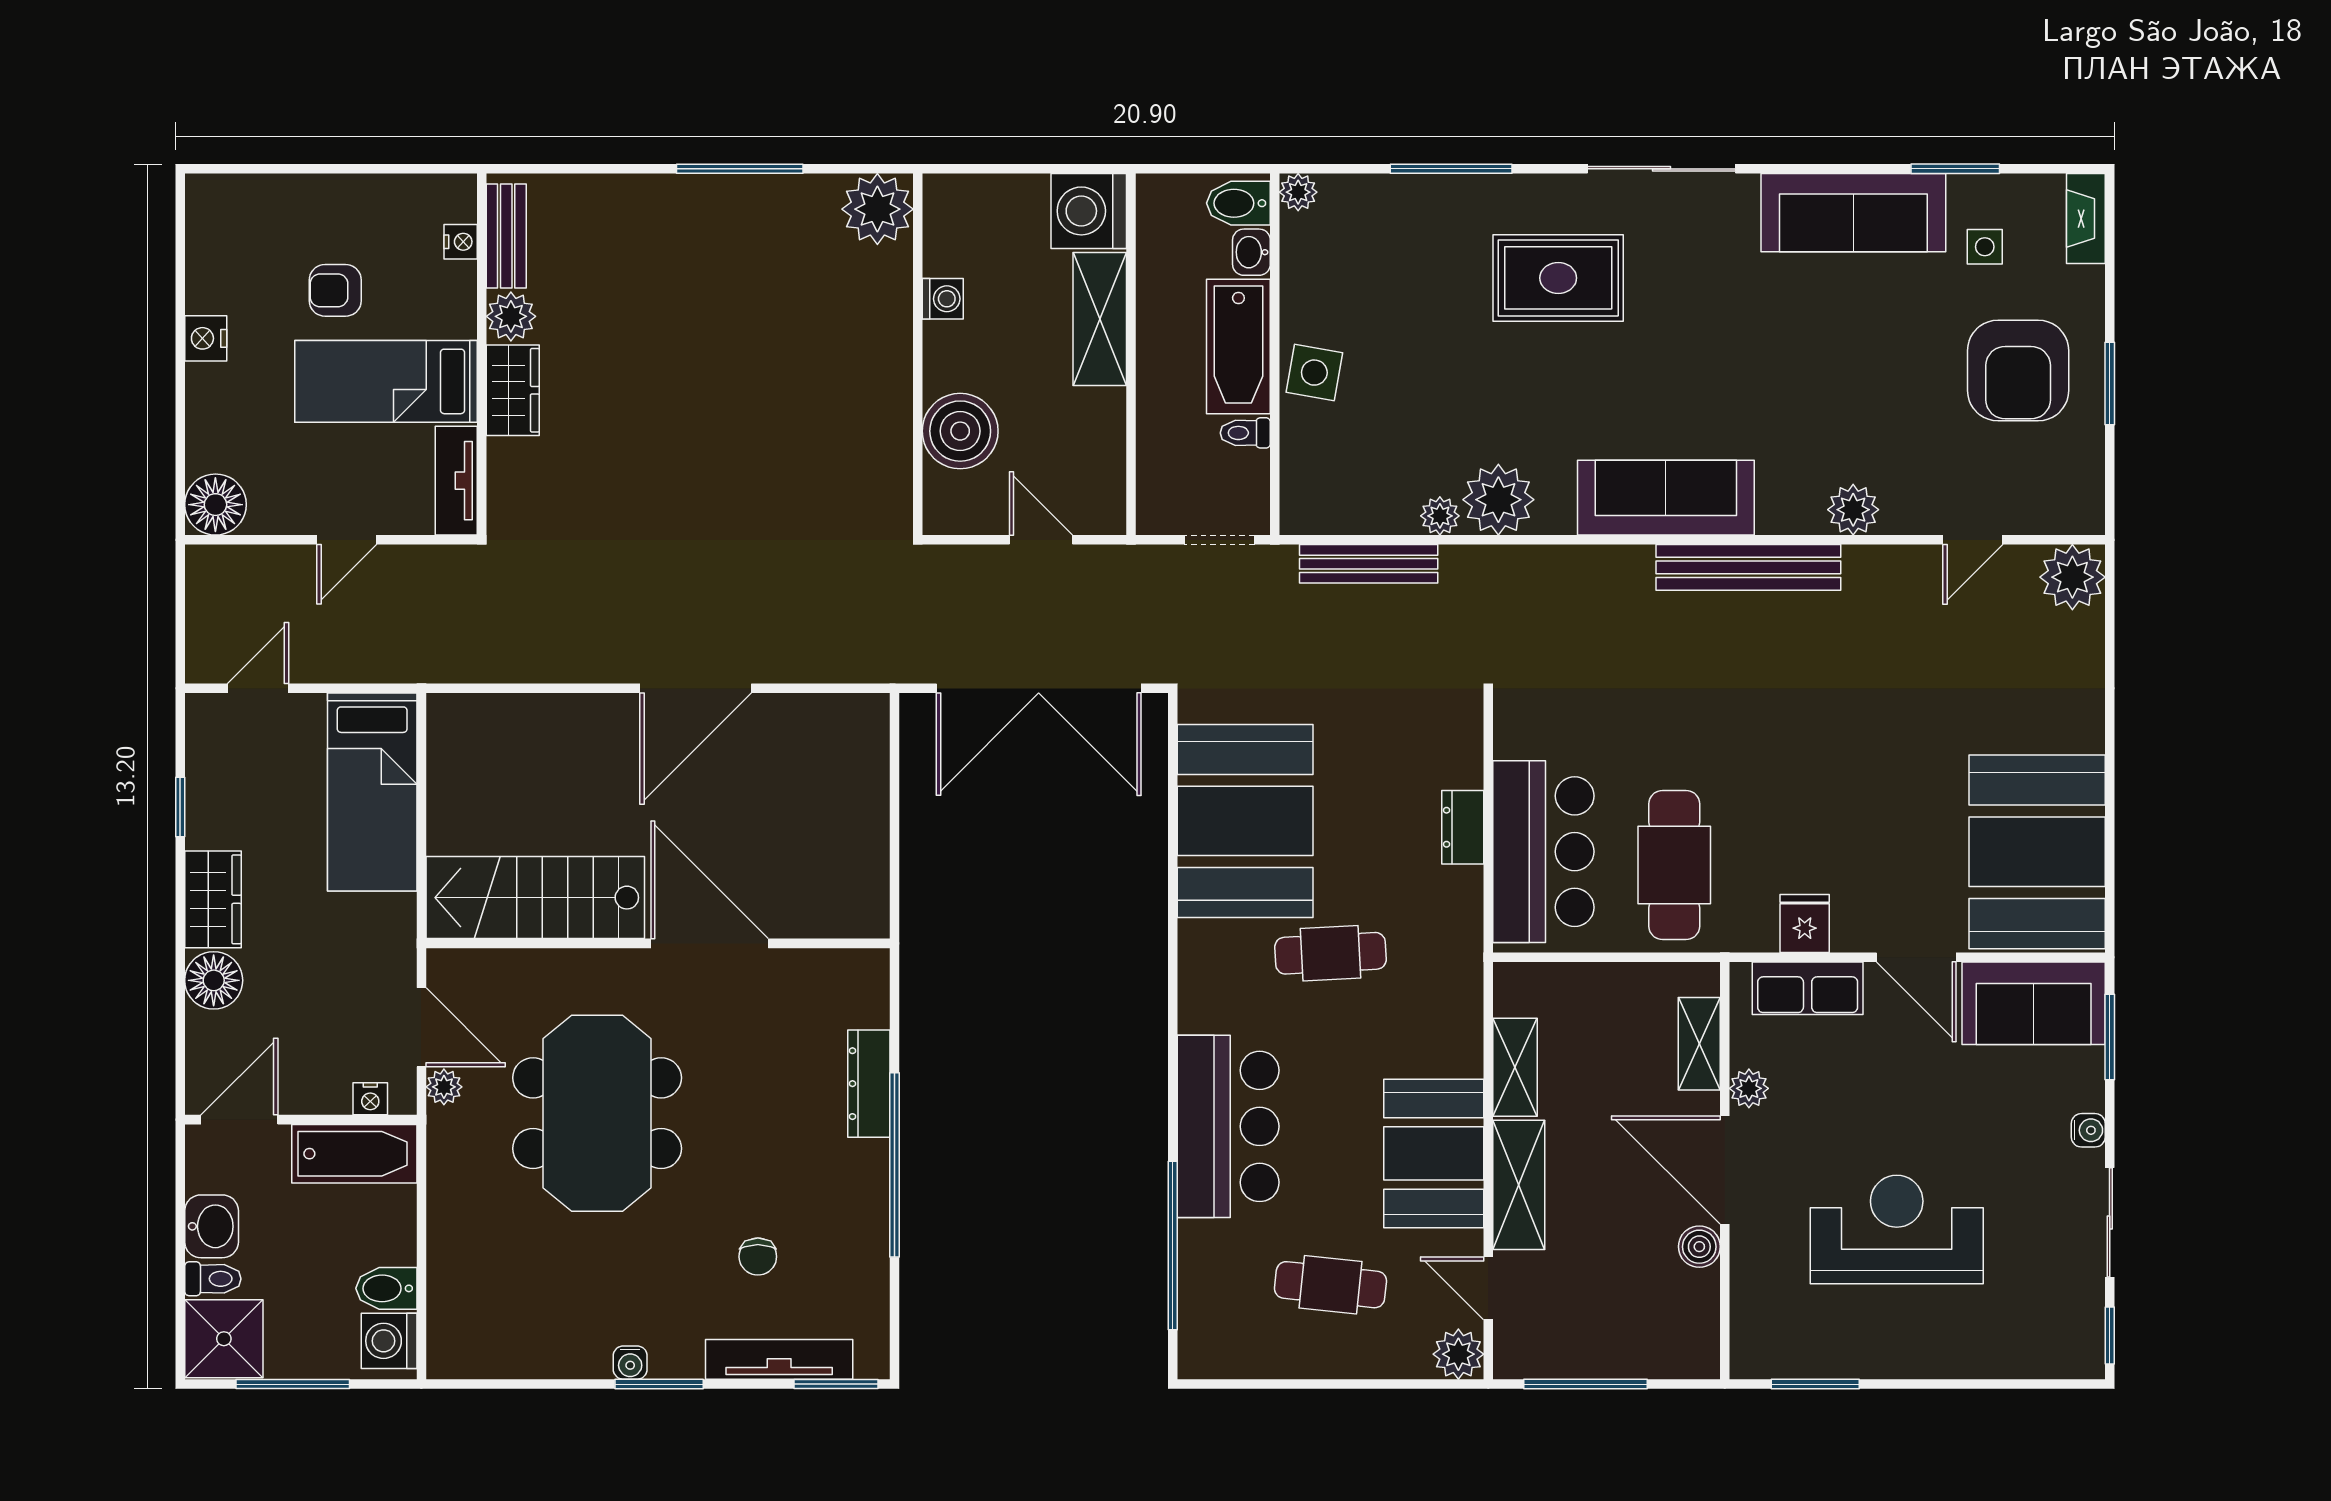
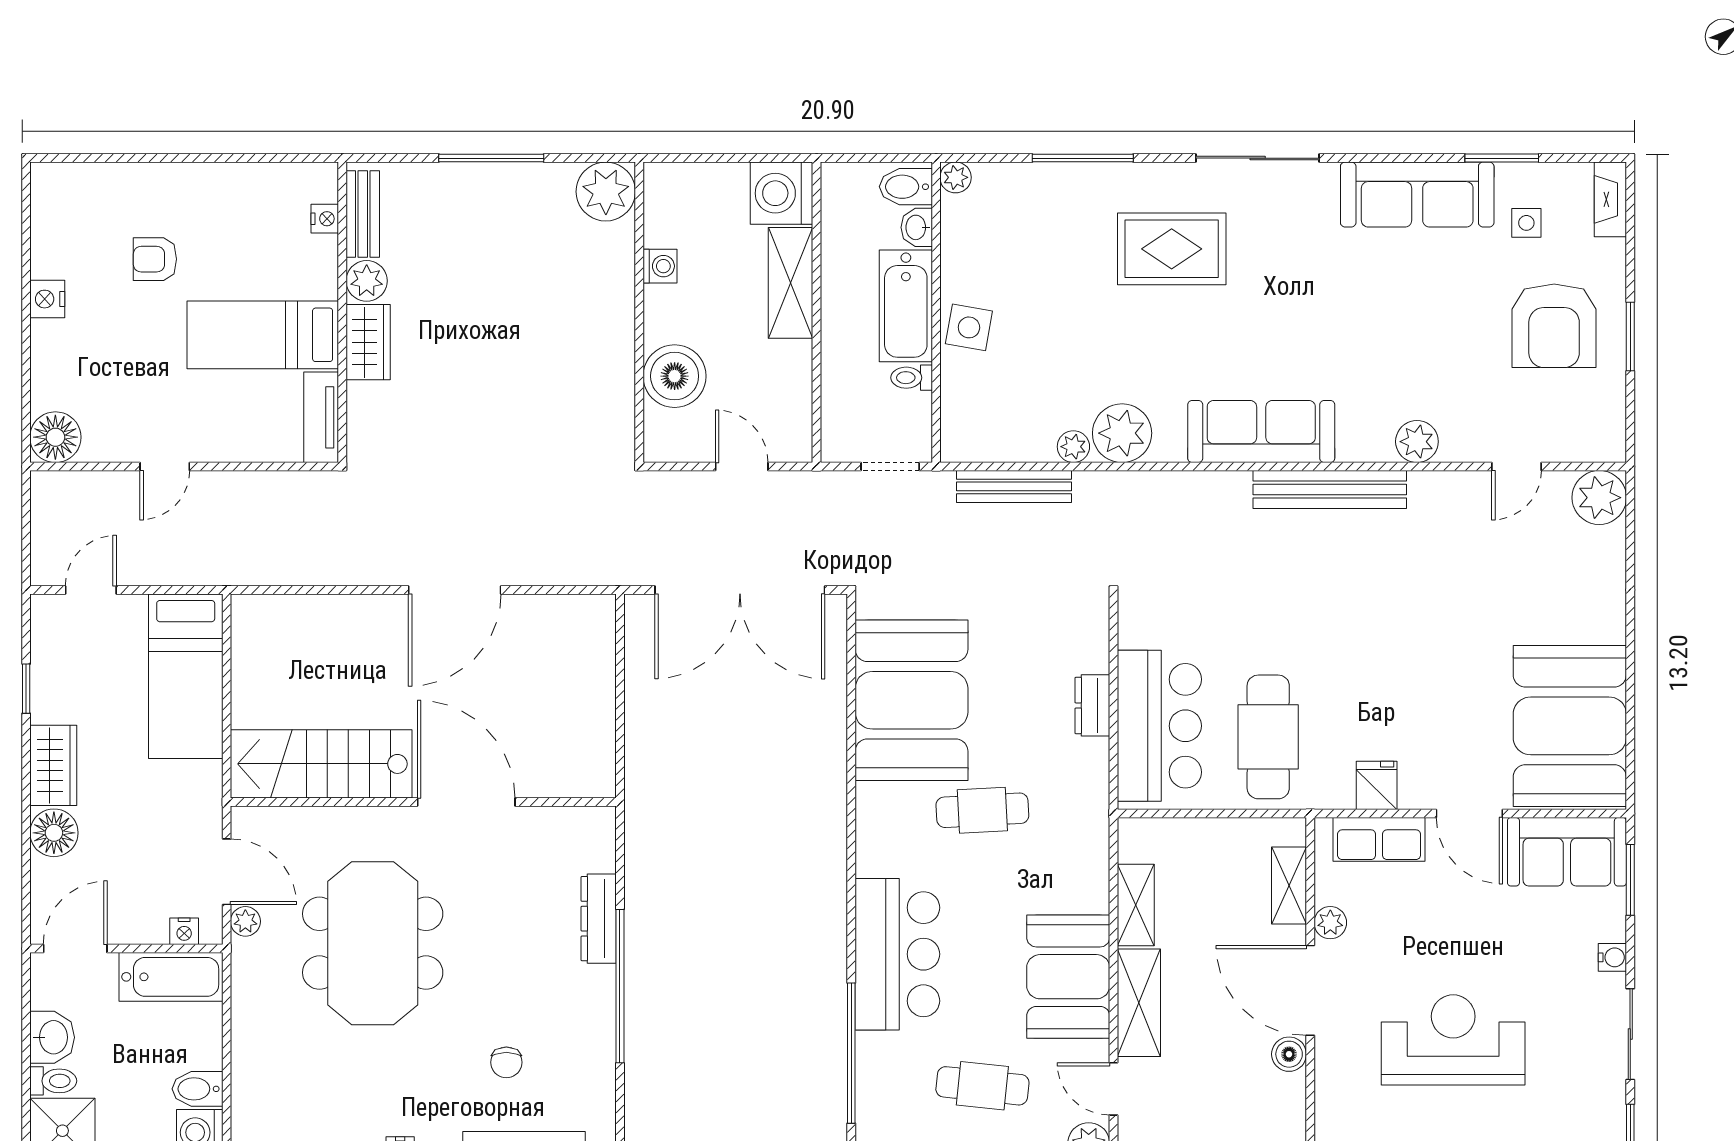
bench: (506, 236) -> (363, 214), moved
nightstand: (461, 242) -> (325, 219), moved
plant: (511, 316) -> (367, 281), moved
wall: (482, 354) -> (342, 312), moved
bed: (386, 381) -> (263, 335), moved
wardrobe: (513, 390) -> (368, 342), moved
tv unit: (456, 481) -> (321, 417), moved

